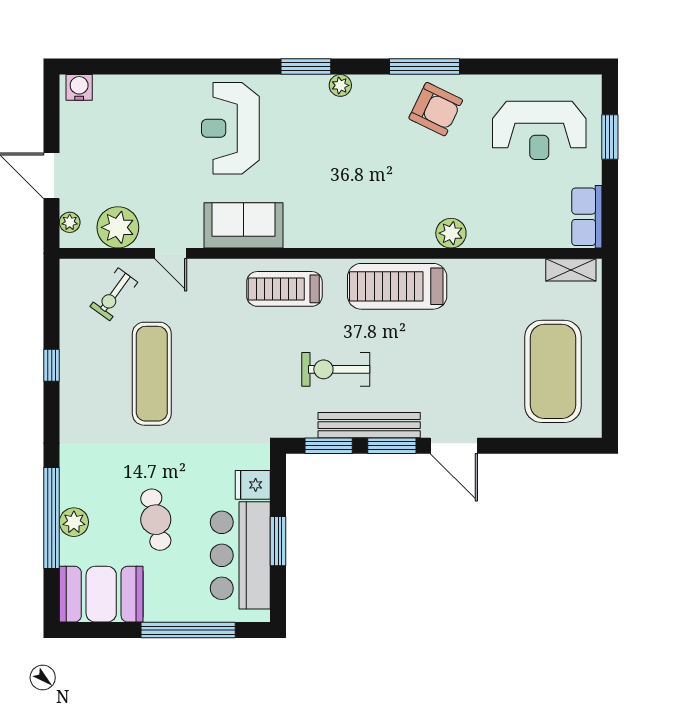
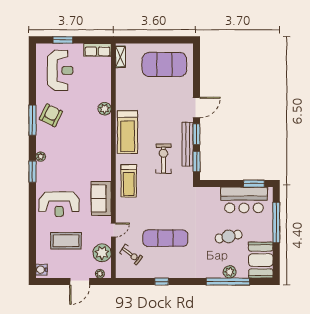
coffee table: (146, 144) -> (66, 241), added
exercise bike: (336, 369) -> (164, 159), turned 180
fridge: (253, 485) -> (214, 194), removed
window: (278, 541) -> (254, 184), moved

